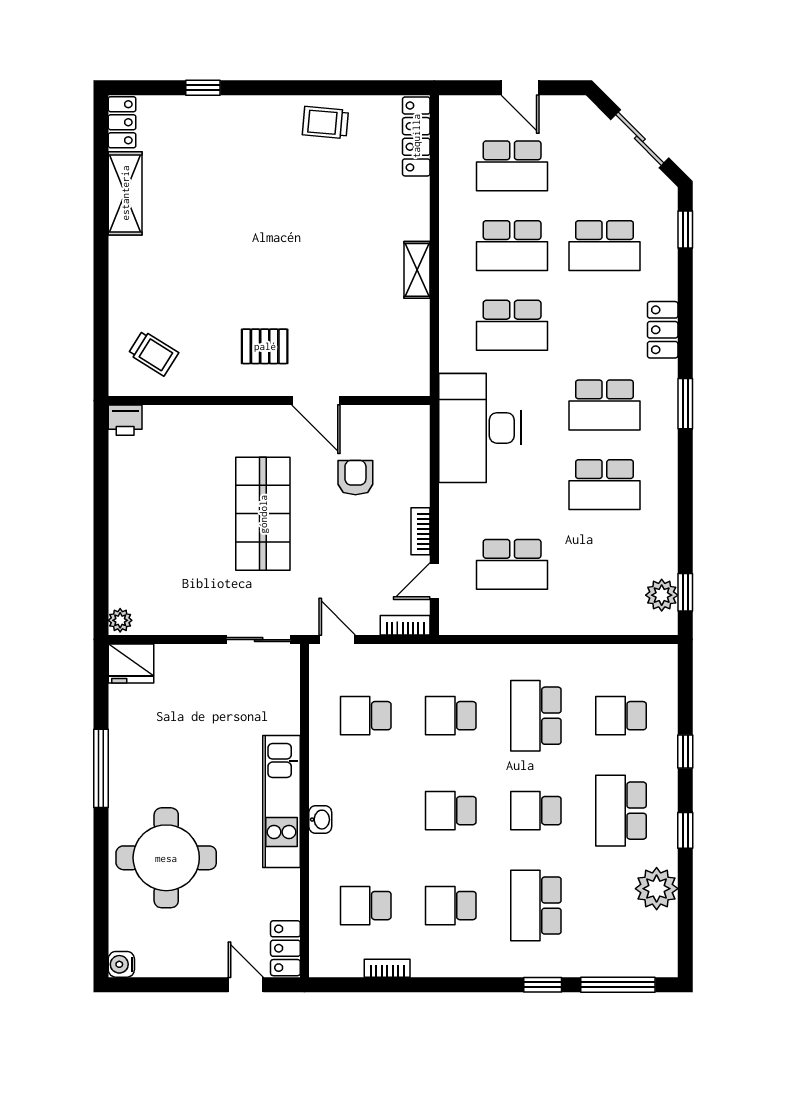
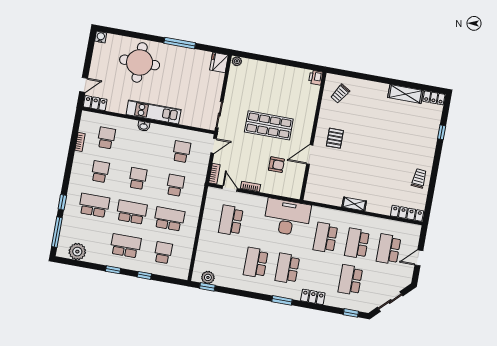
school desk: (536, 811) -> (132, 212), width x1.85
plant: (657, 889) -> (77, 252), moved

